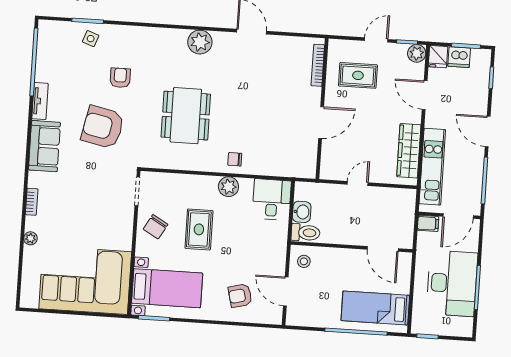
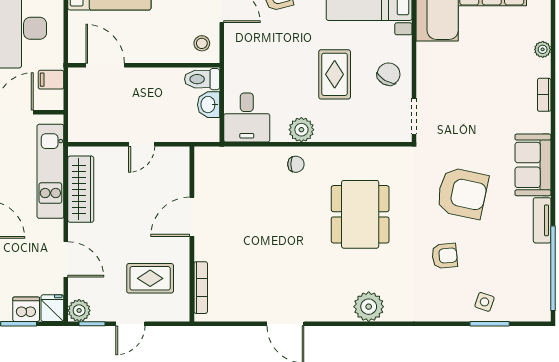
plant: (200, 42) -> (369, 307), moved
armchair: (120, 78) -> (445, 256), turned -95
filing cabinet: (428, 223) -> (51, 80), moved

